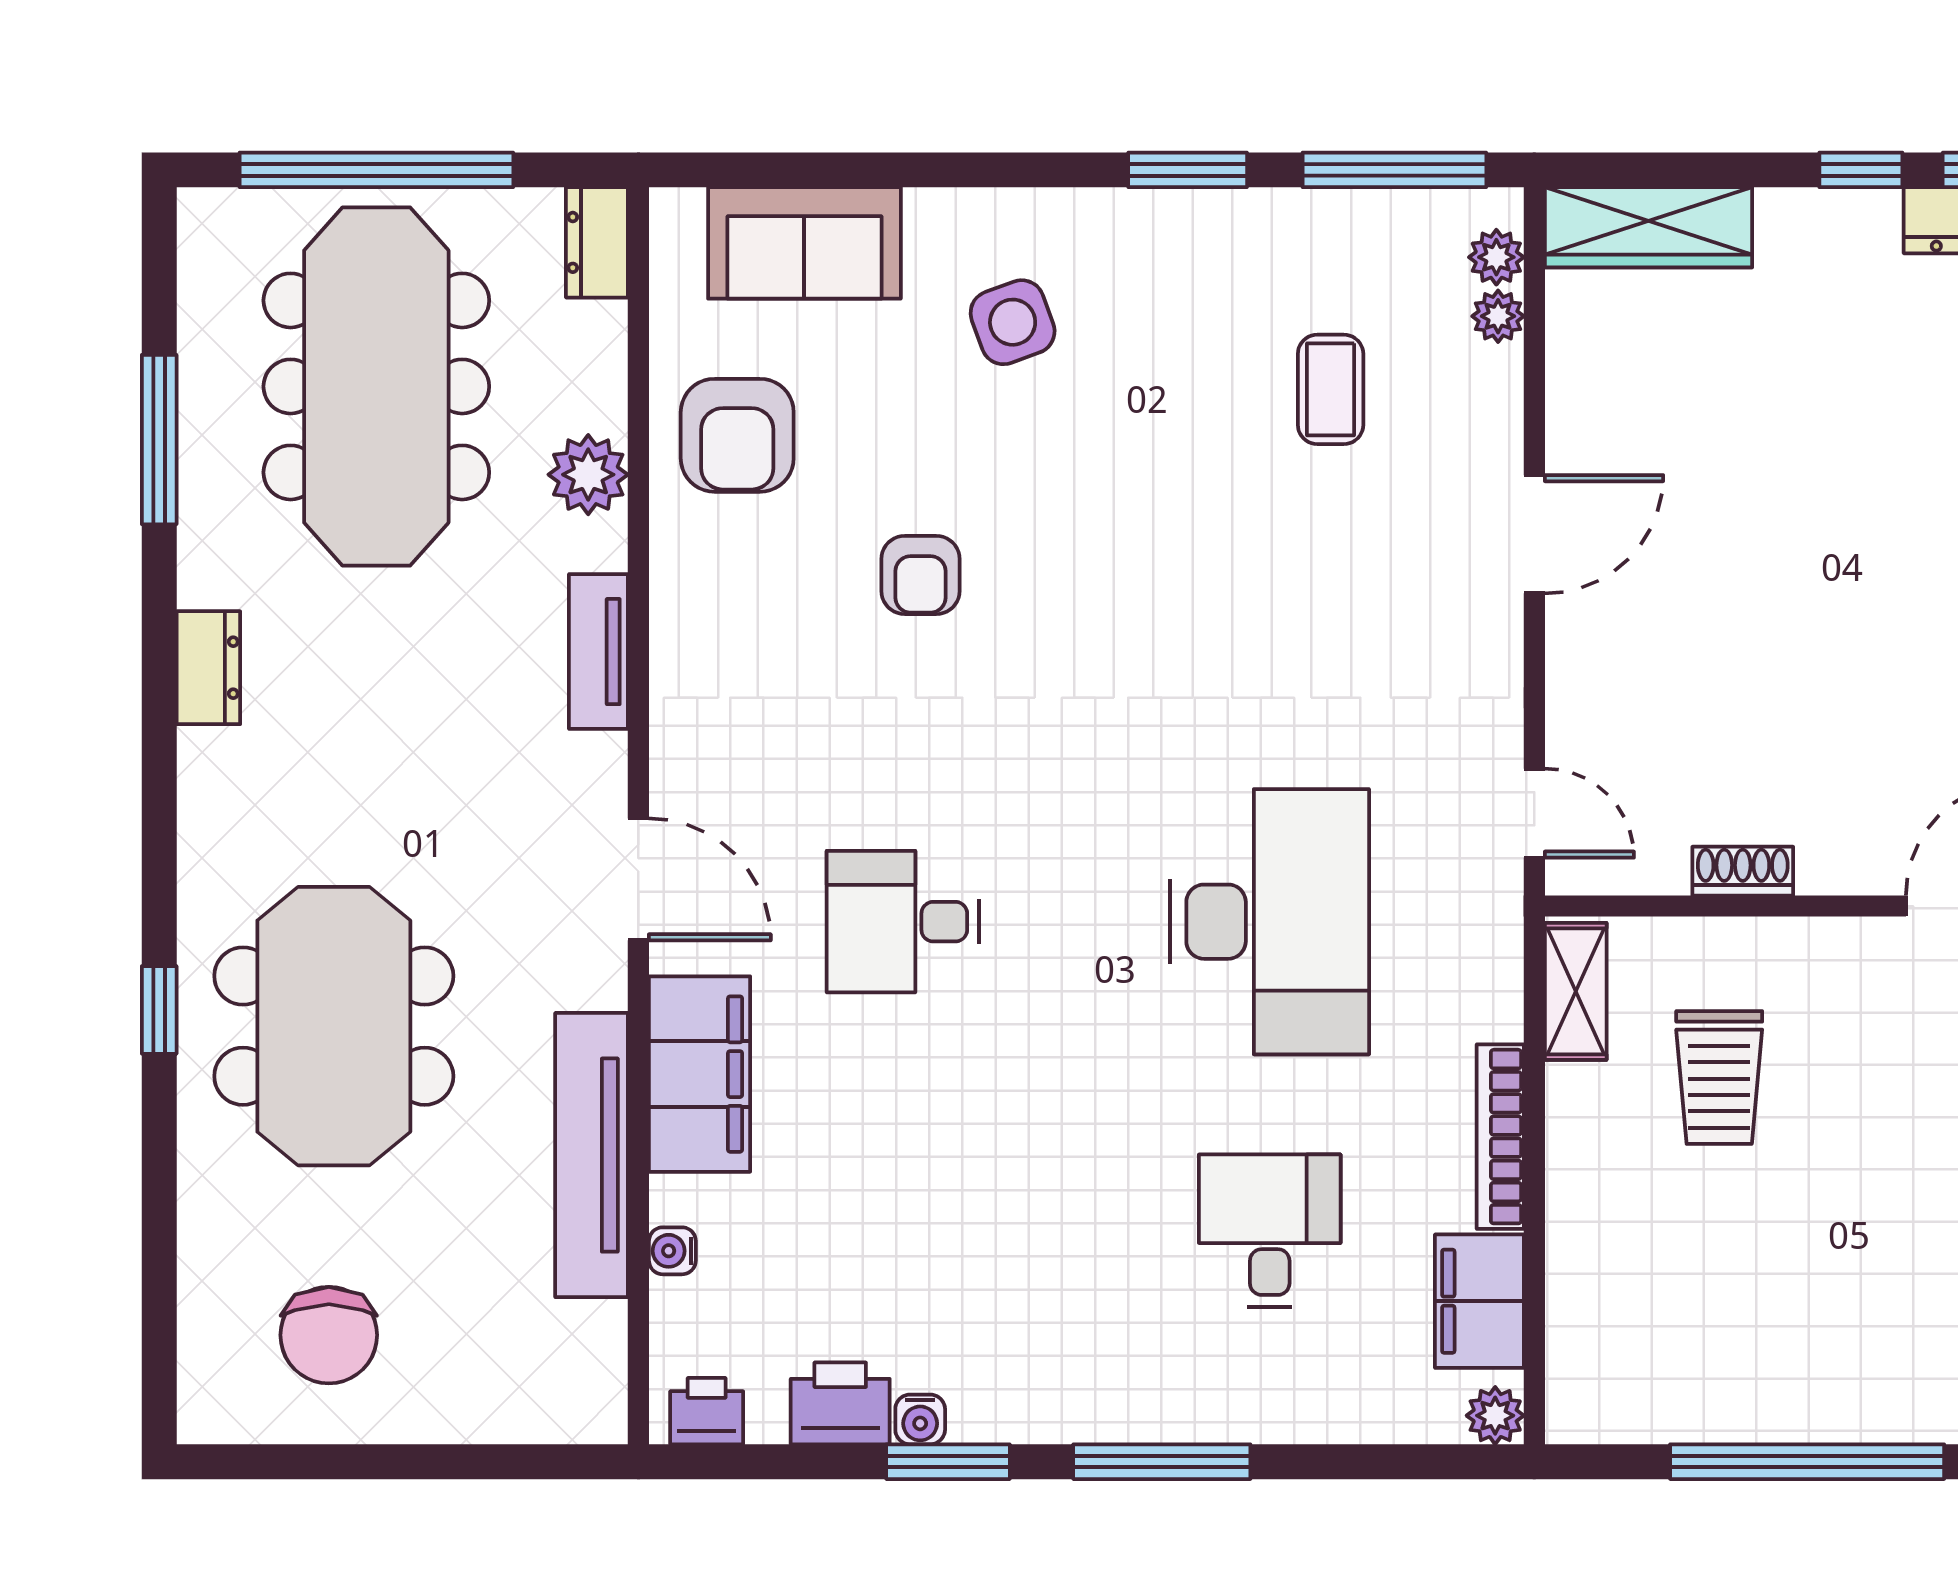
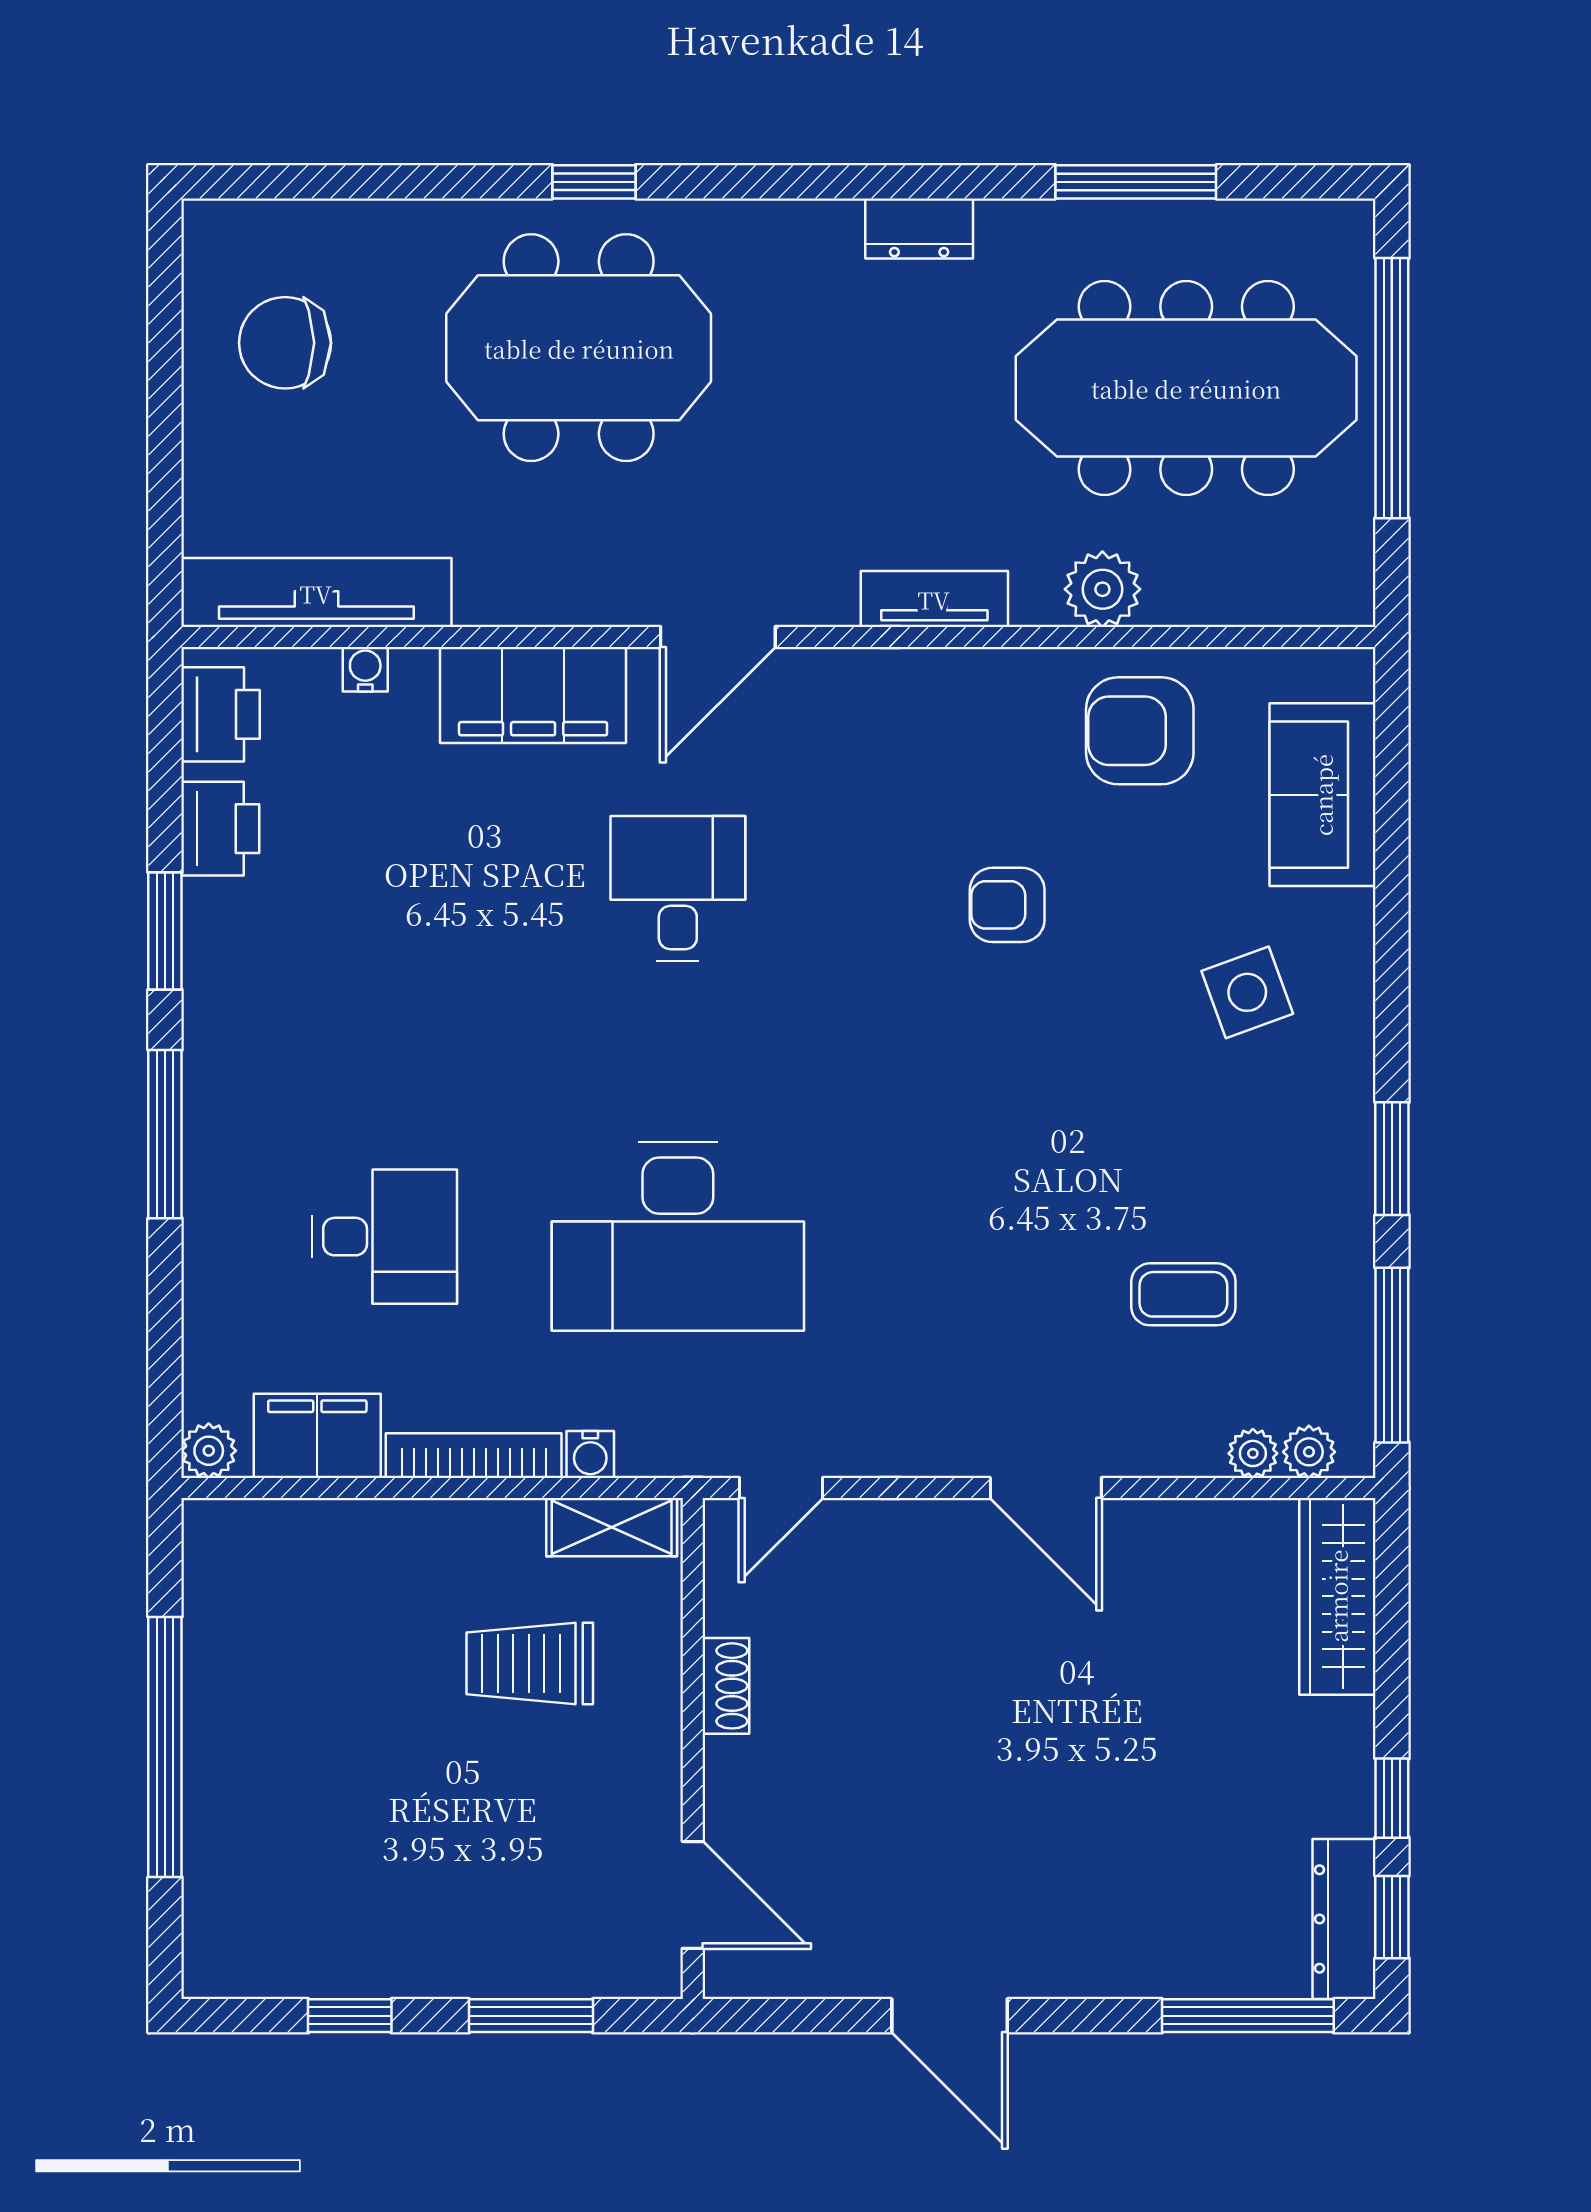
dresser: (597, 242) -> (1323, 598), removed
tv unit: (592, 1155) -> (316, 593), moved
printer: (707, 1411) -> (220, 714), width x1.36, depth x1.24
water cooler: (920, 1419) -> (590, 1454), moved, turned -90

